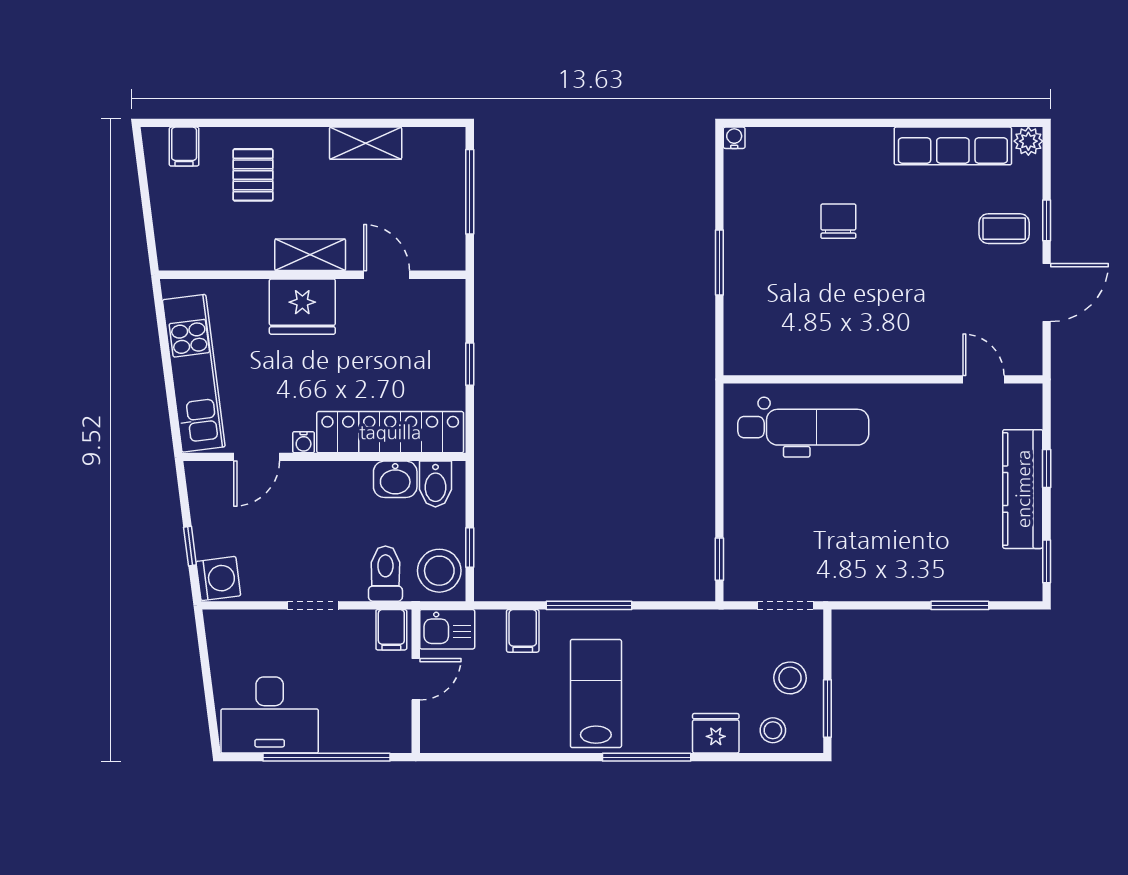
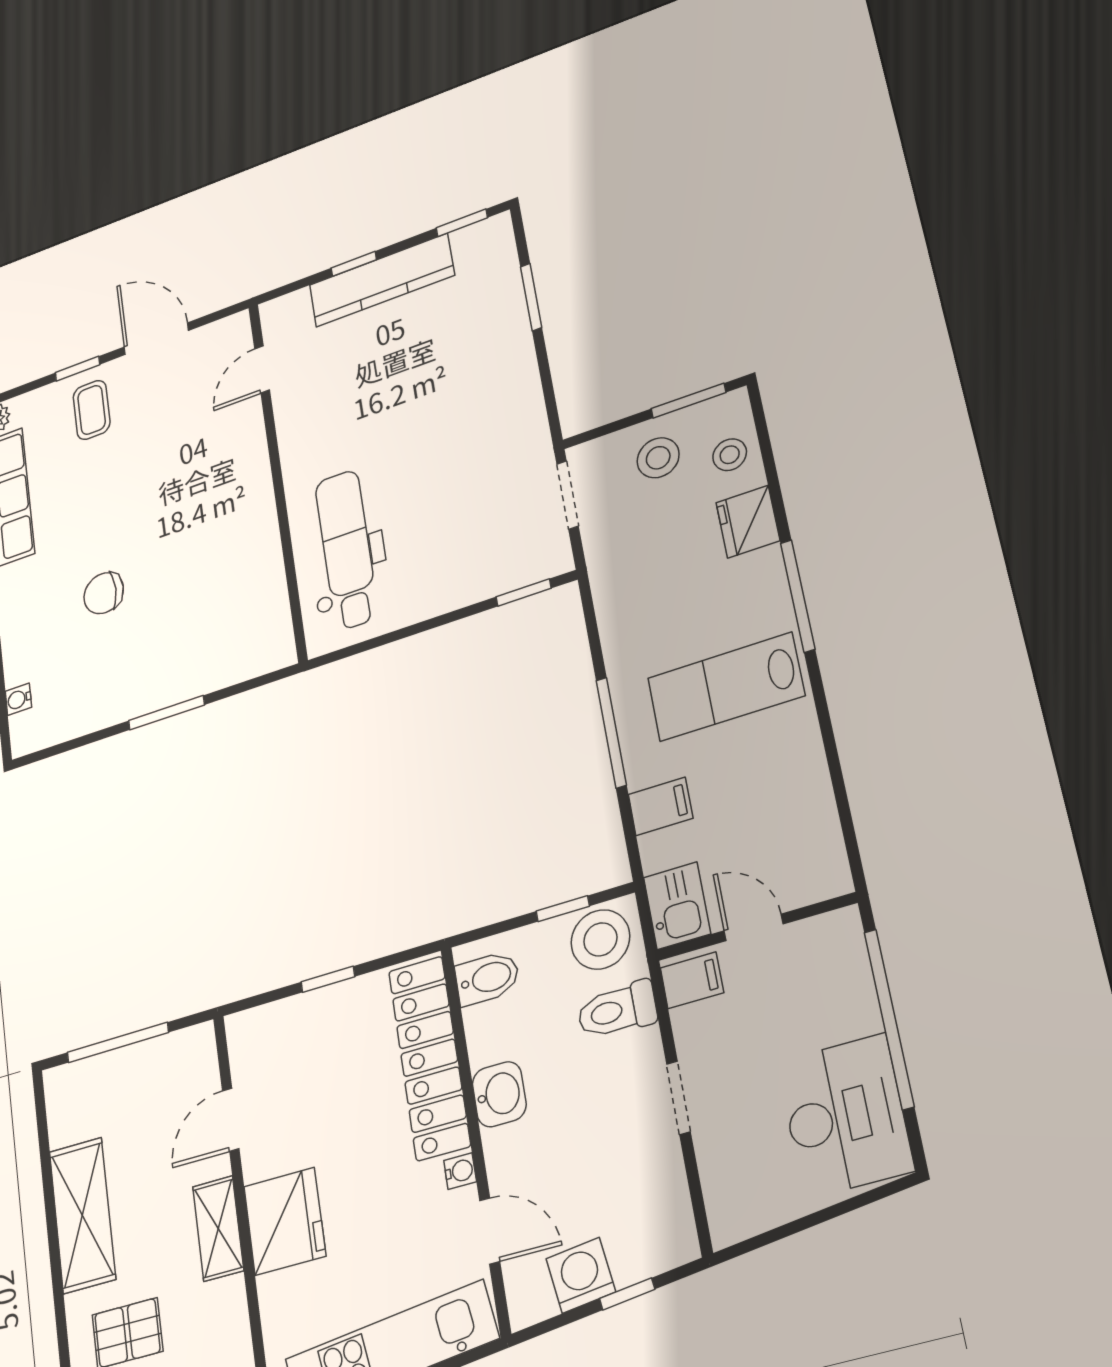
water cooler: (734, 138) -> (18, 699), moved
shelving: (366, 143) -> (82, 1215), width x1.50, depth x1.33
washbasin: (395, 479) -> (499, 1094), moved
washing machine: (218, 579) -> (581, 1275), moved

